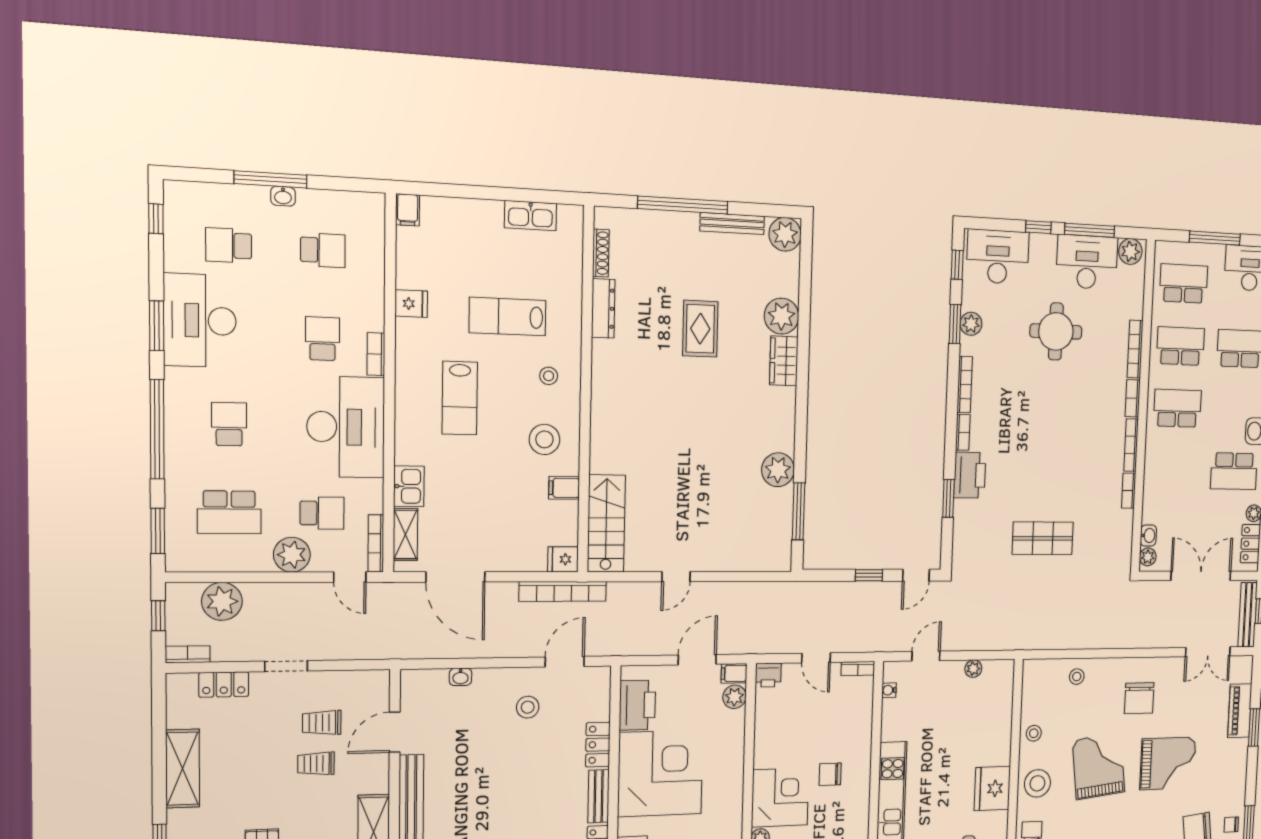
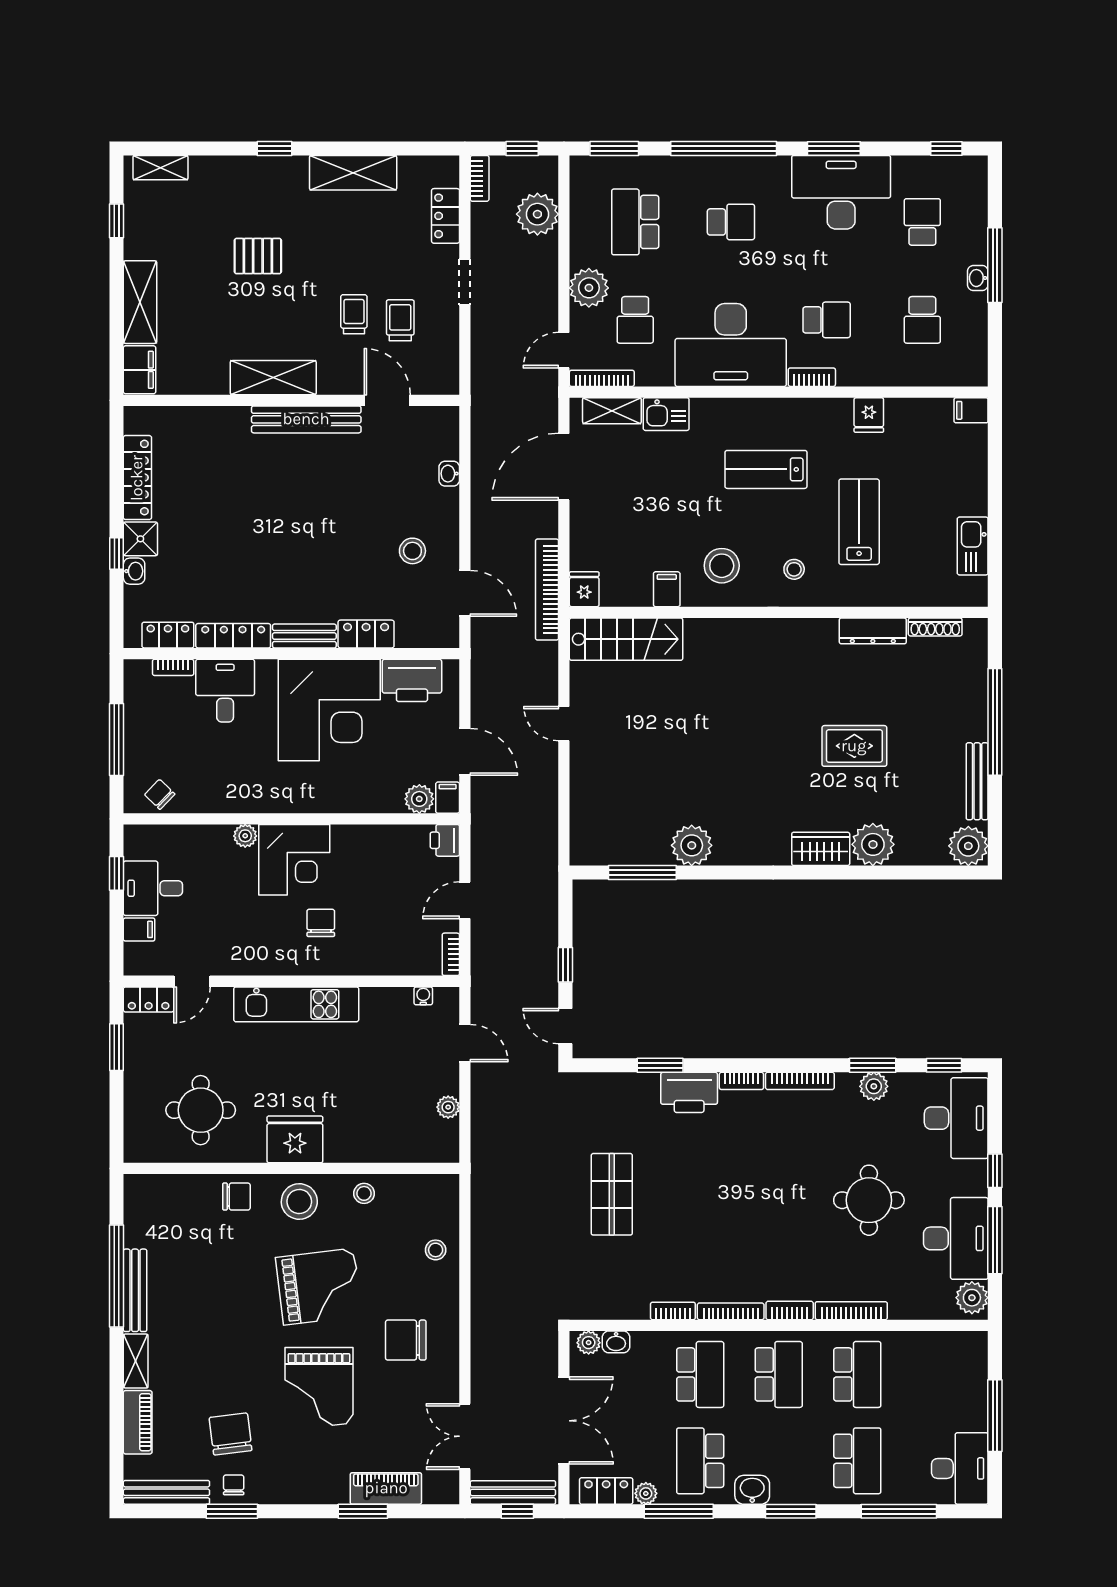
school desk: (1184, 283) -> (700, 1374), moved

